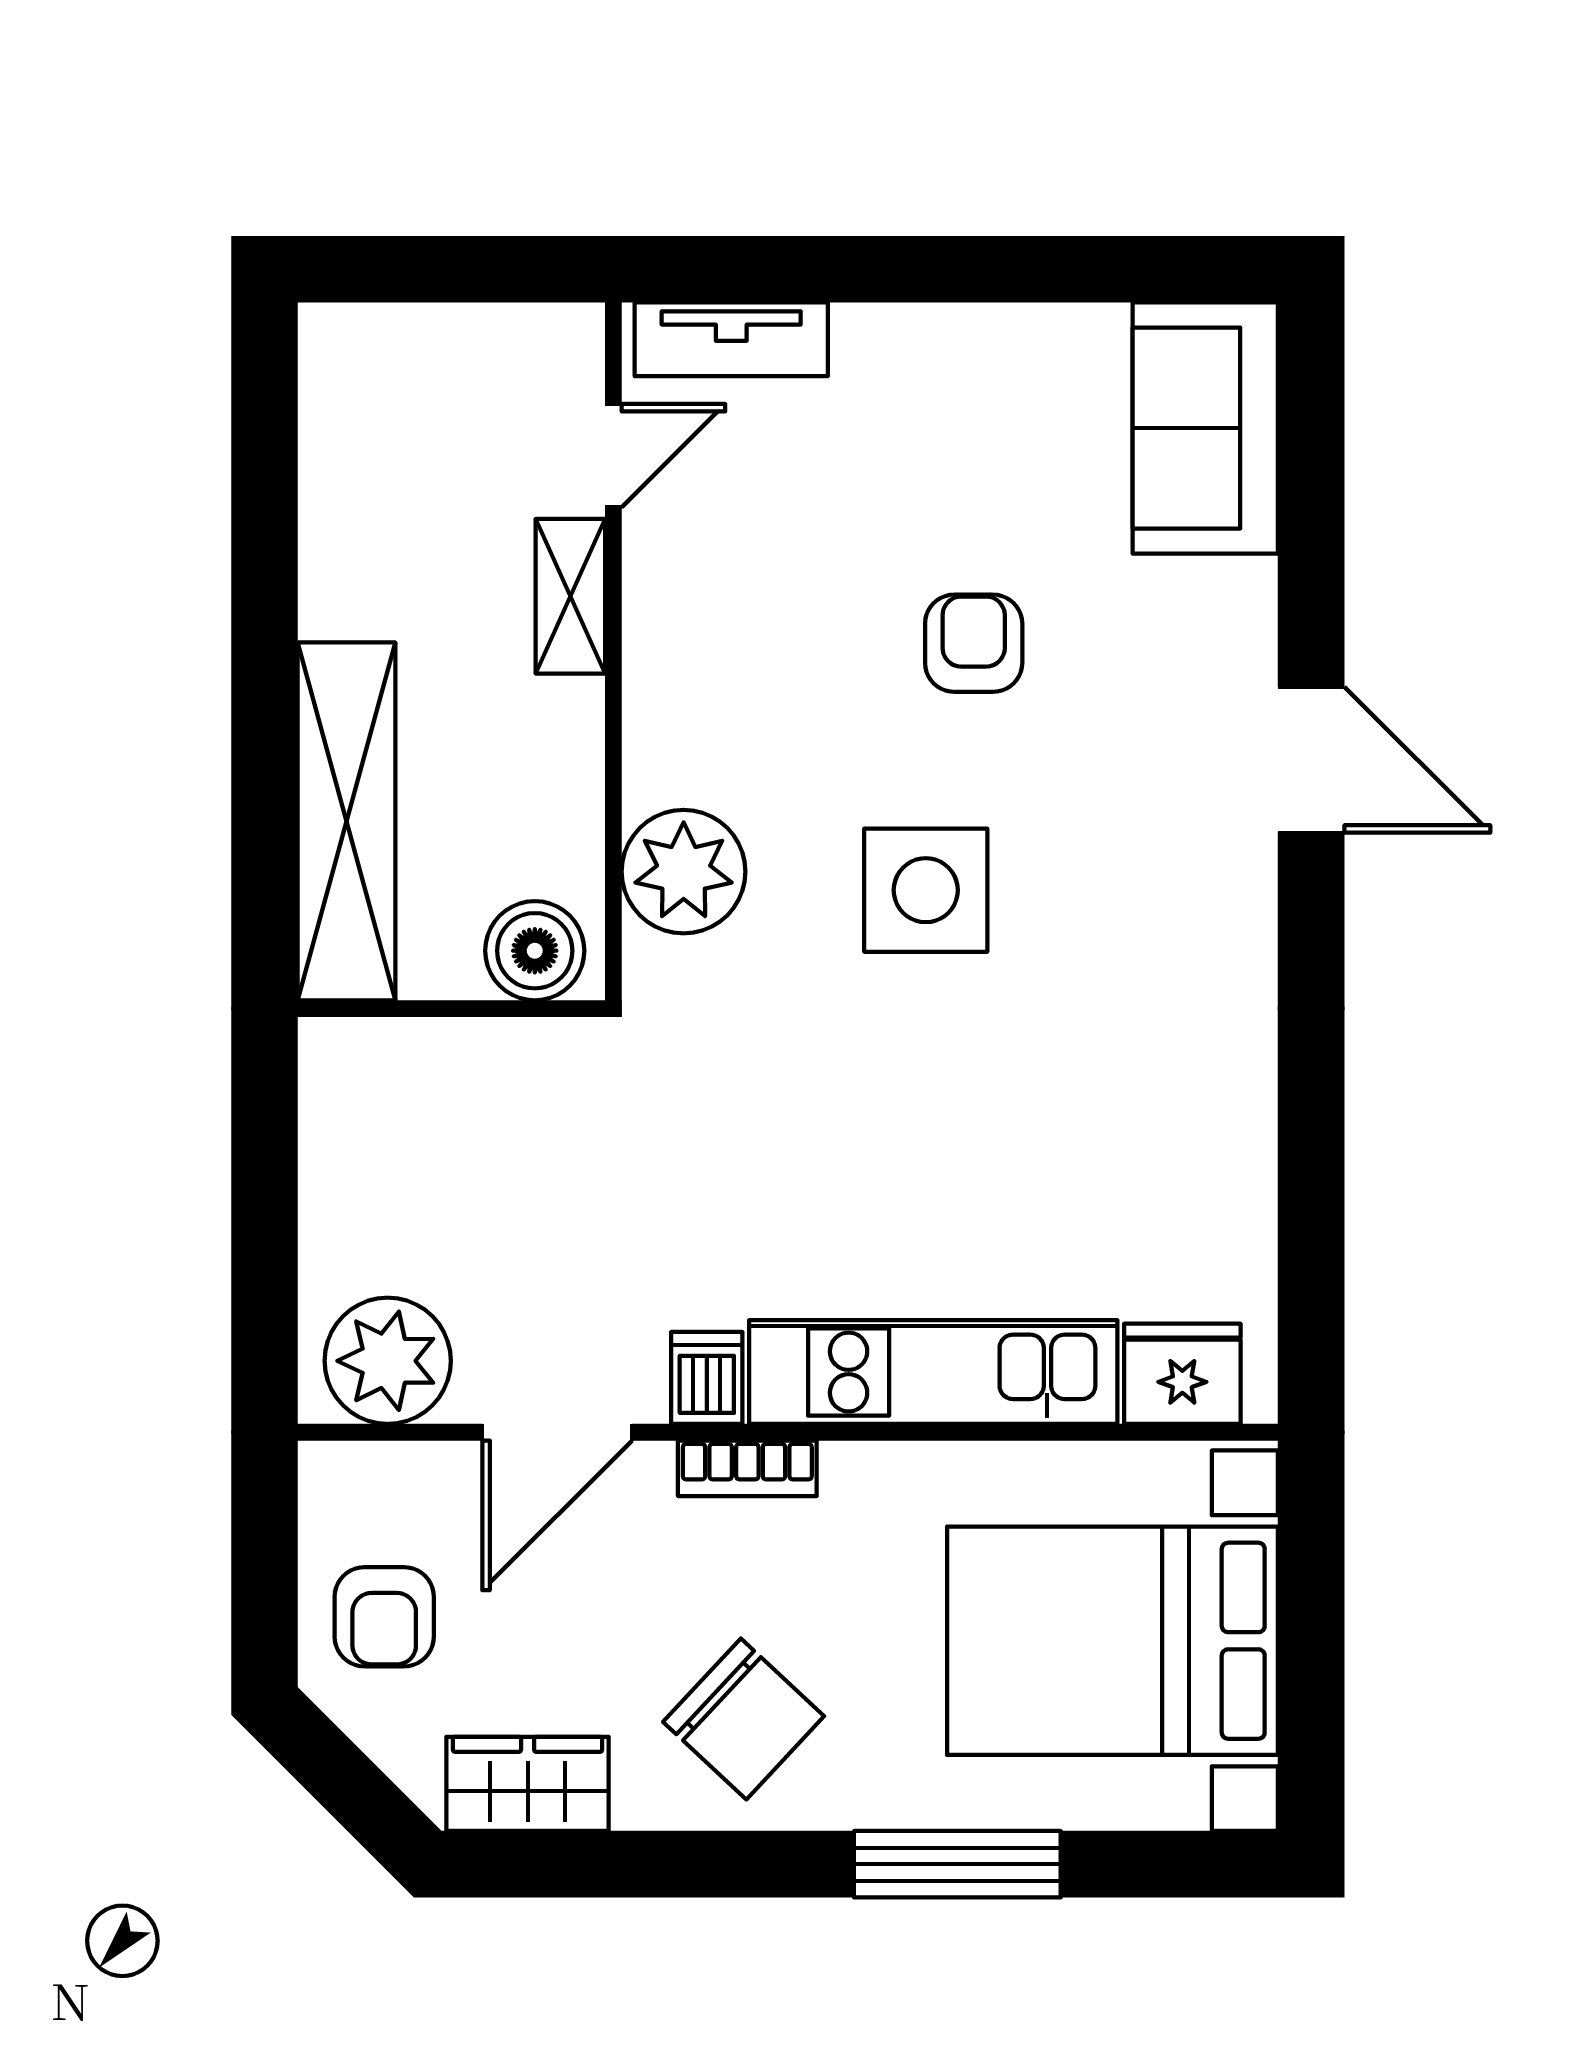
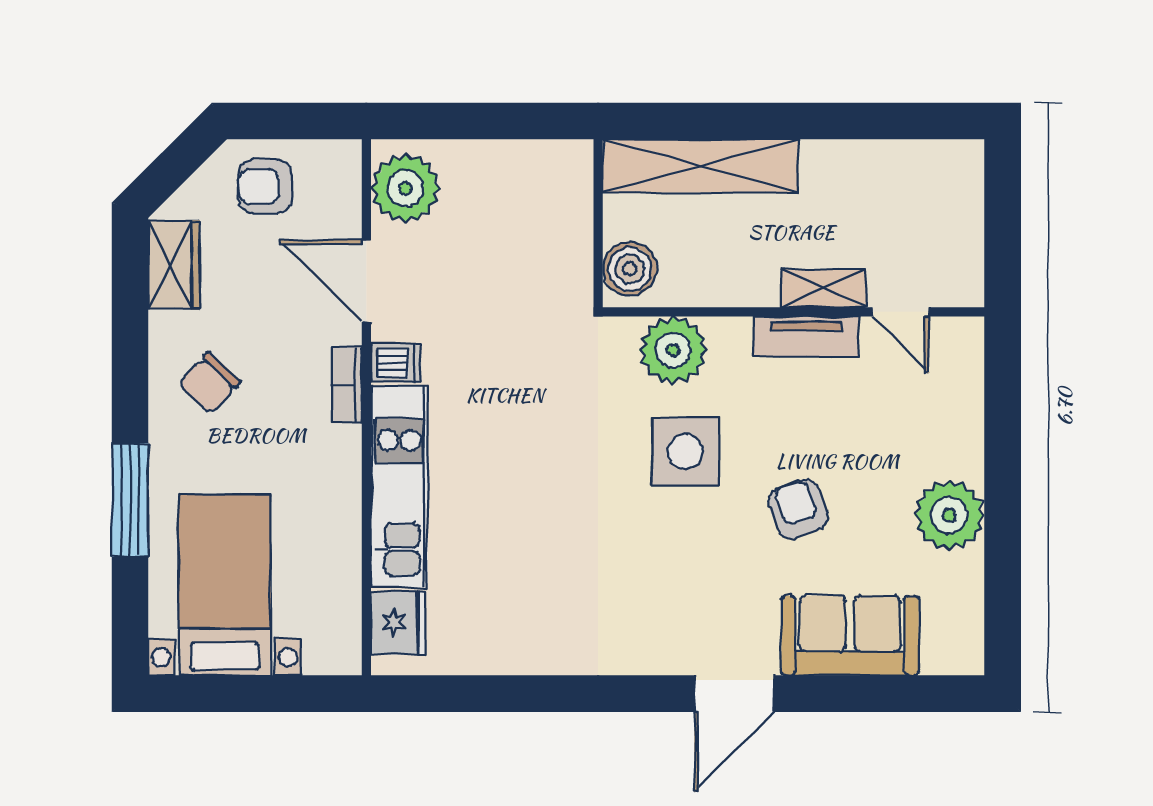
tv unit: (731, 339) -> (806, 337), moved, turned -90
plant: (985, 367) -> (949, 515), added
sofa: (1205, 428) -> (850, 636), moved
armchair: (974, 643) -> (798, 509), turned -110
side table: (926, 890) -> (685, 452), moved
bed with nightstands: (1113, 1641) -> (225, 585), width x0.73
chair: (744, 1719) -> (209, 383), width x0.73, depth x0.73

